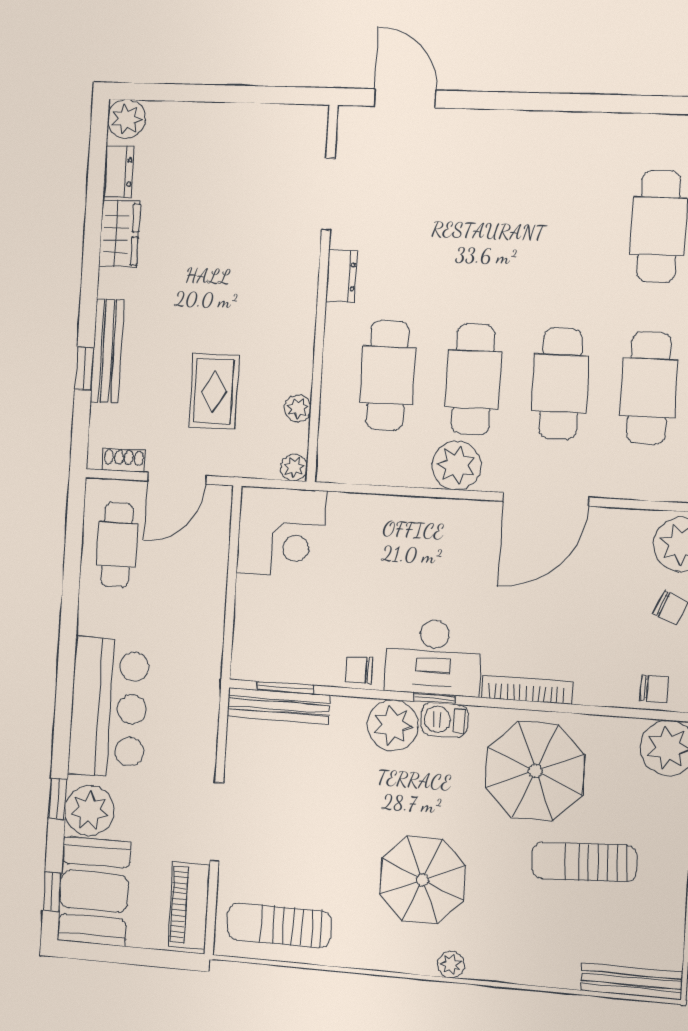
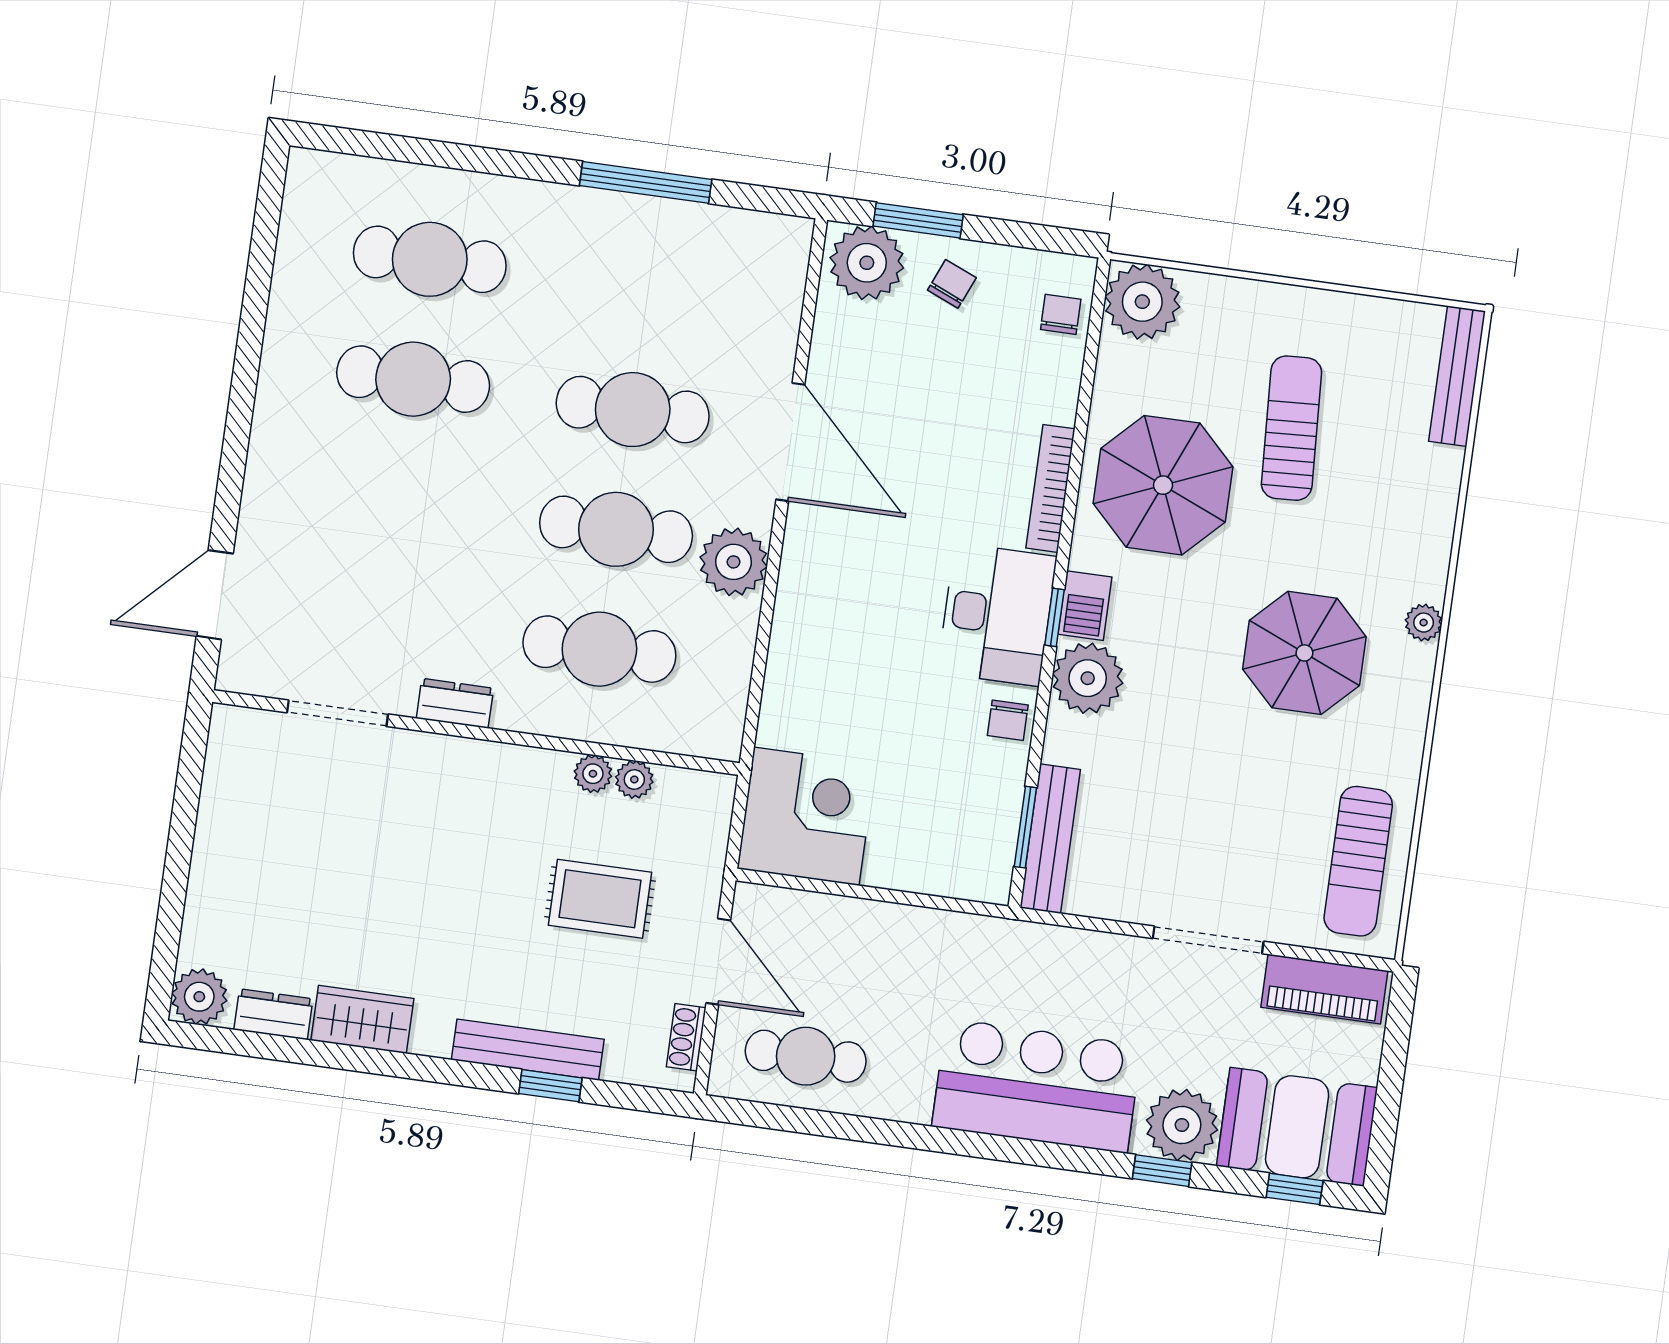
cafe table: (649, 388) -> (413, 379), moved
plant: (294, 467) -> (593, 774), moved
sun lounger: (584, 862) -> (1291, 428), turned 180

